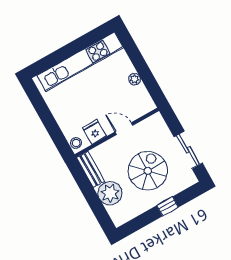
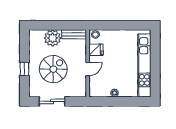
spiral stairs: (148, 171) -> (53, 69), turned -90

